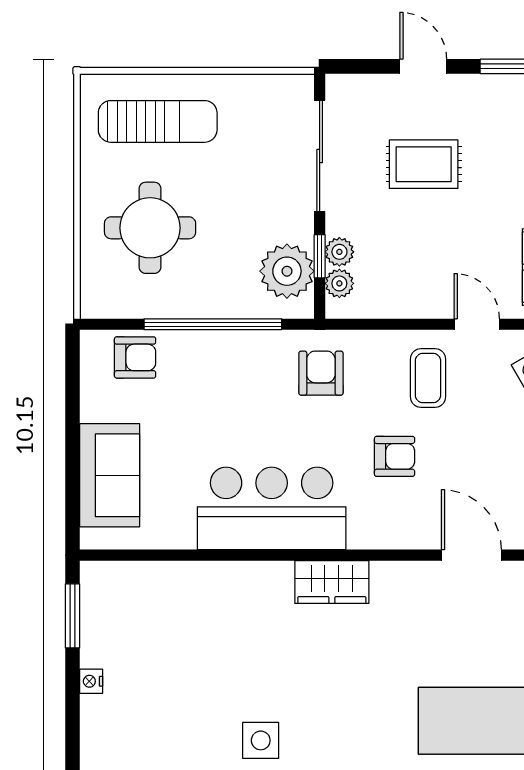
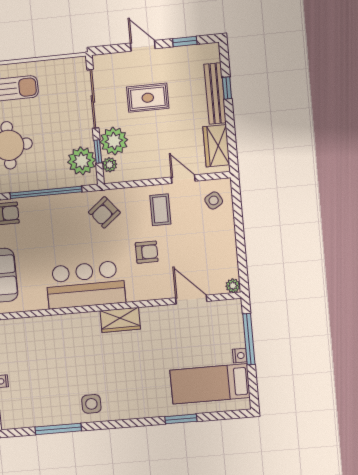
plant: (339, 252) -> (114, 141), width x1.87, depth x1.87
armchair: (321, 373) -> (104, 212), turned -129

